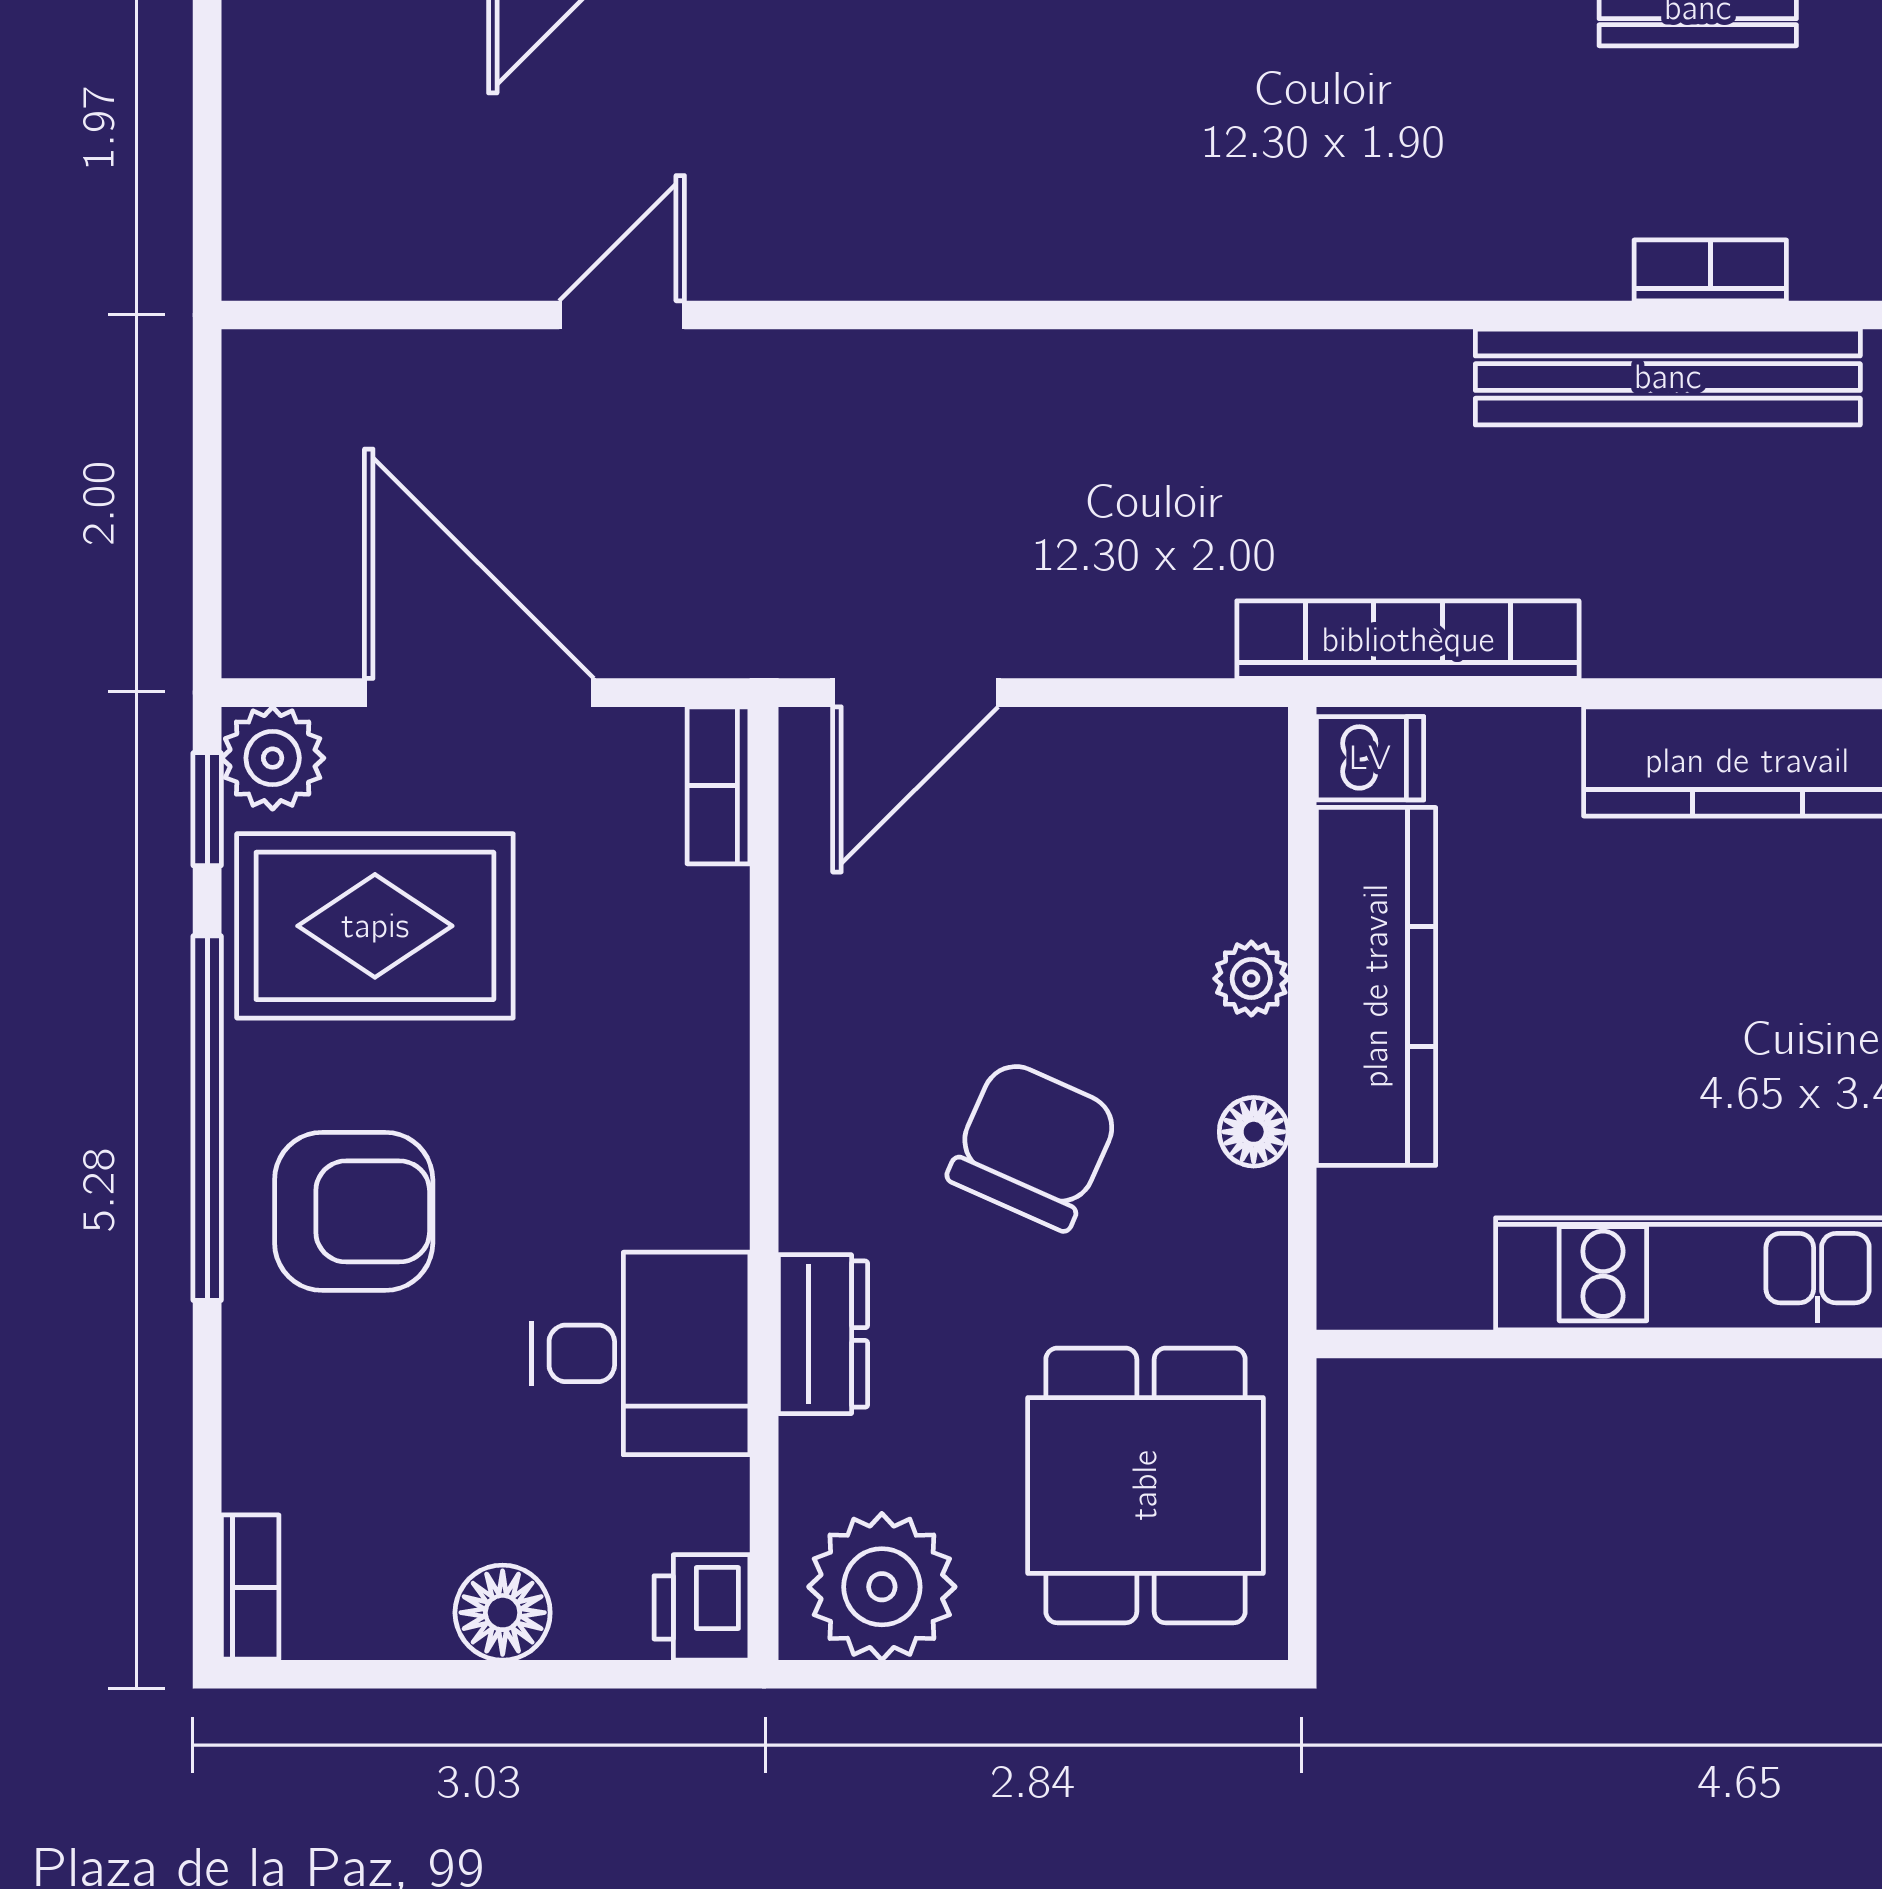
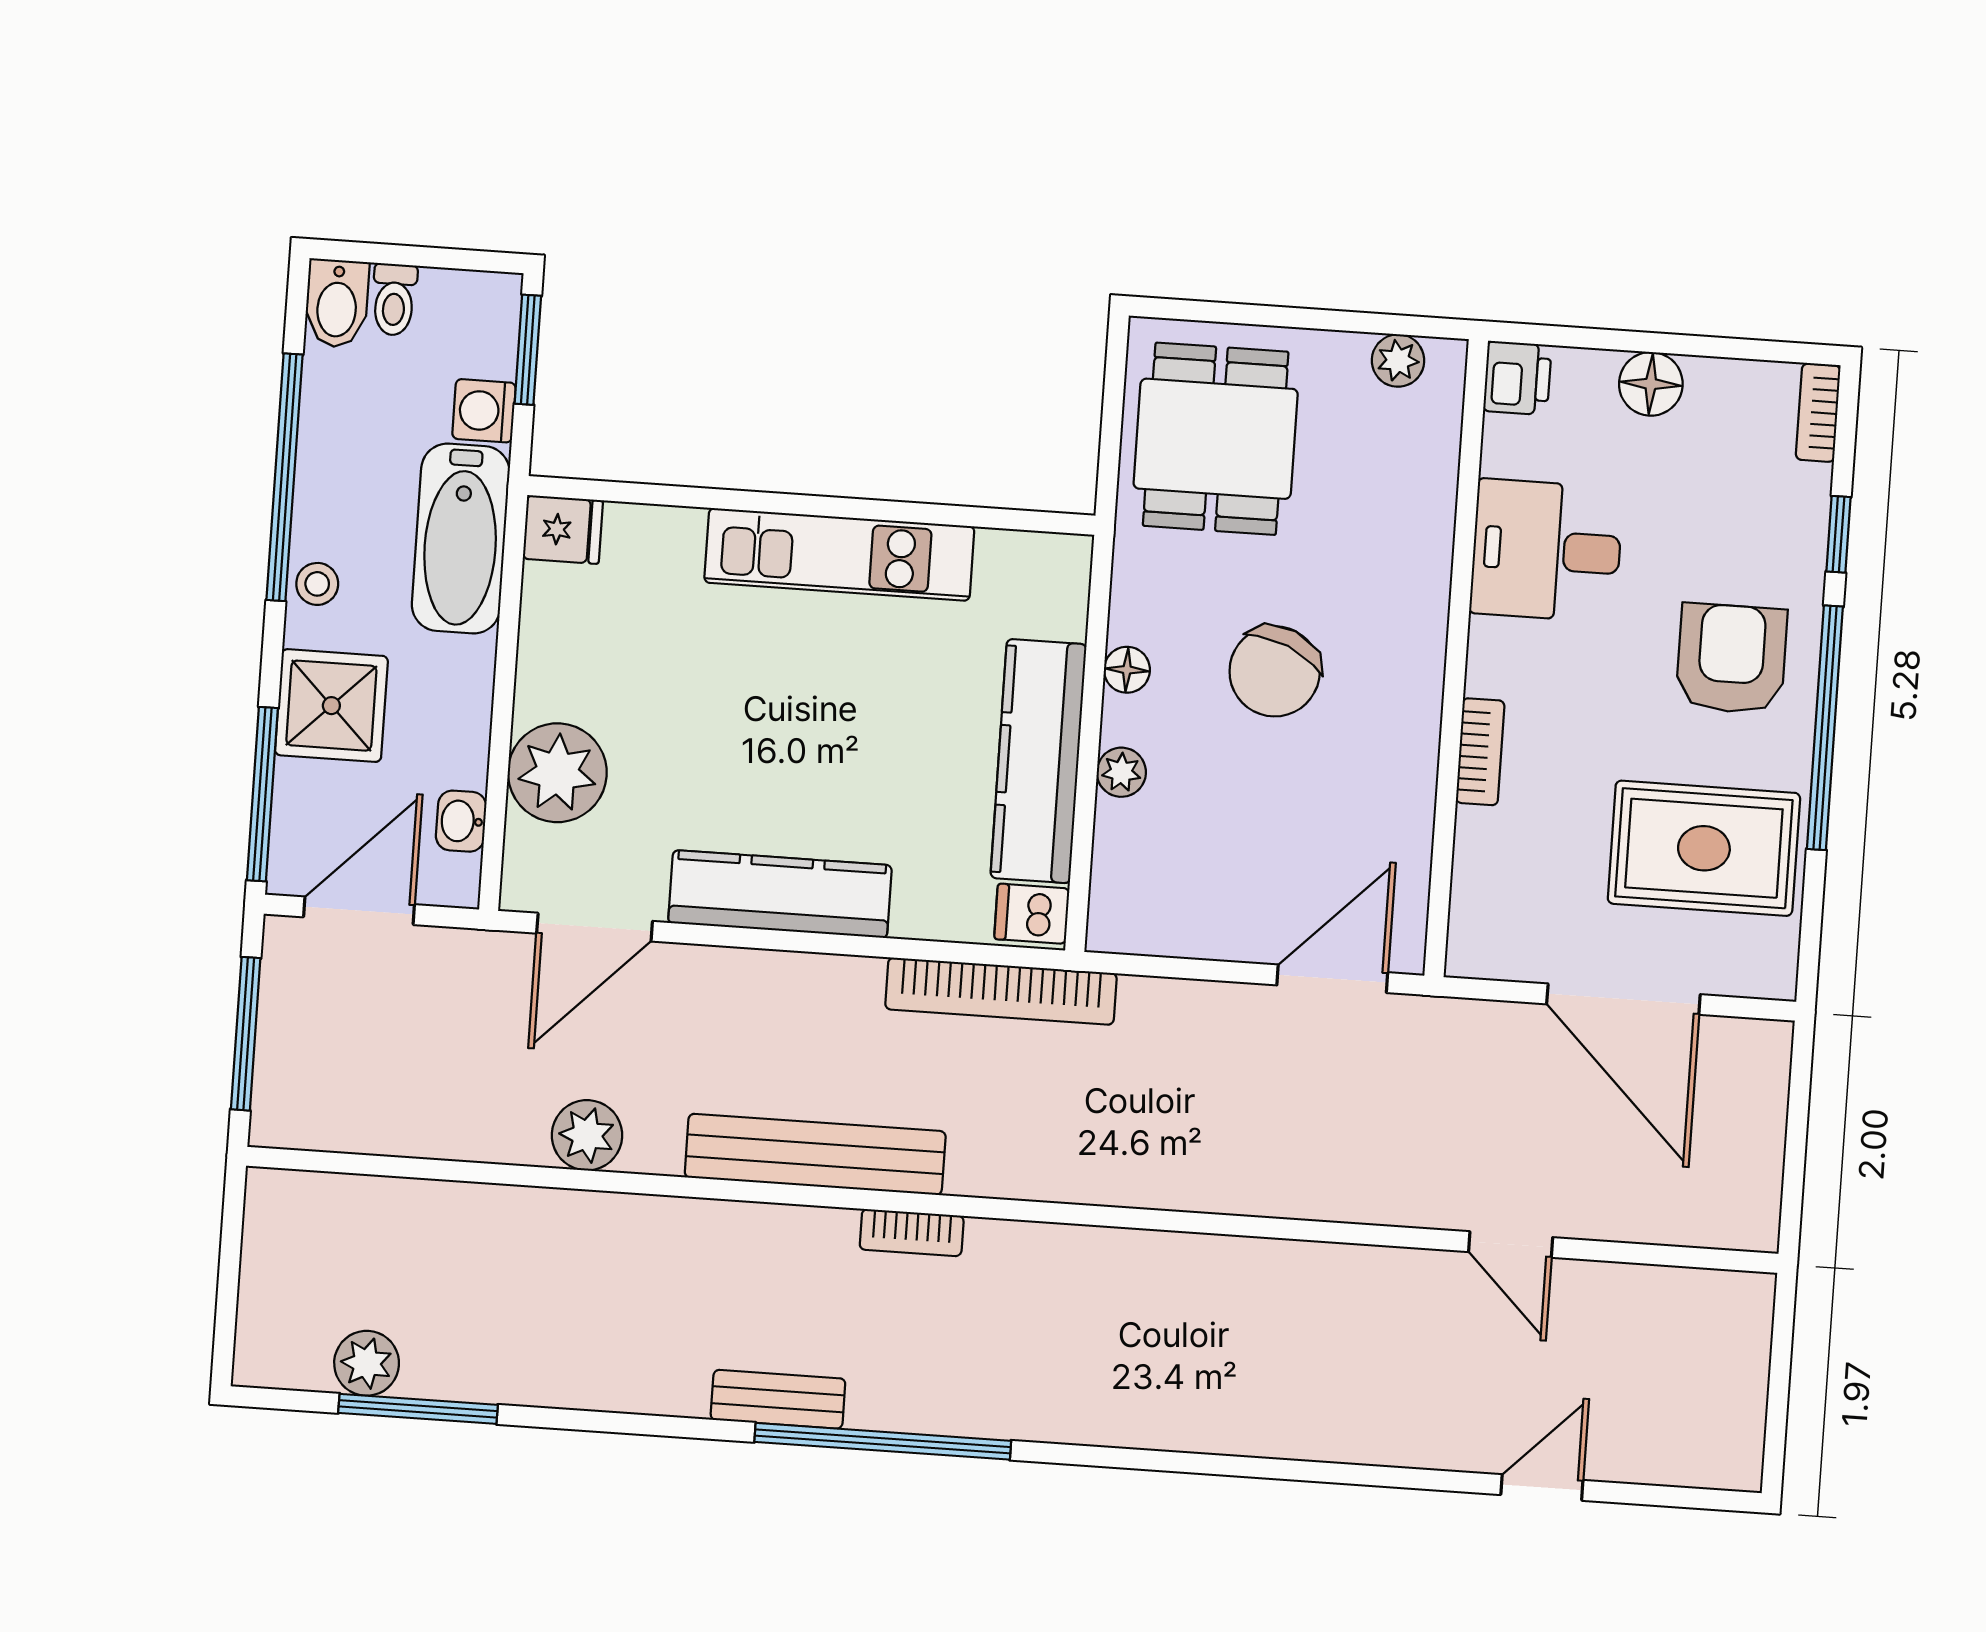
bookcase: (1710, 270) -> (912, 1233), moved
door: (622, 315) -> (1511, 1245), hinge flipped
plant: (273, 758) -> (1764, 965), removed
bookcase: (719, 785) -> (1480, 752), moved
window: (207, 809) -> (1838, 534), moved
armchair: (354, 1211) -> (1731, 659), turned 90
dresser: (823, 1334) -> (1424, 555), removed
plant: (882, 1587) -> (1398, 361), width x0.53, depth x0.53

